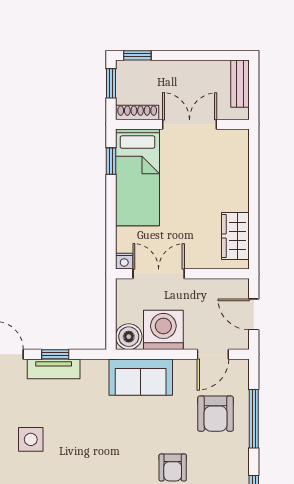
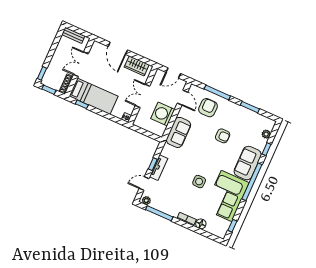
door: (254, 183) -> (118, 48), added
double door: (159, 274) -> (142, 96), moved
boiler: (129, 337) -> (159, 130), removed
armchair: (216, 414) -> (208, 108), turned -90
side table: (31, 439) -> (199, 182), moved

